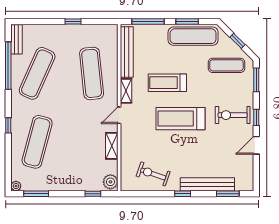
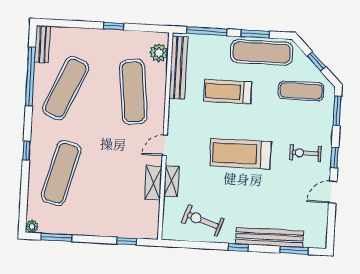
treadmill: (167, 83) -> (228, 92), moved
shelving: (126, 91) -> (171, 181), moved
exercise bike: (233, 115) -> (305, 153), width x0.73, depth x0.72
plant: (110, 182) -> (159, 53), moved

